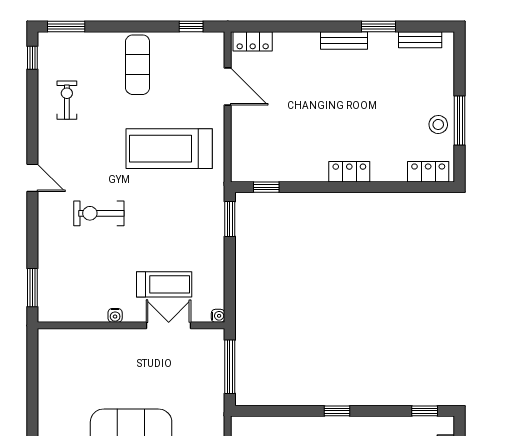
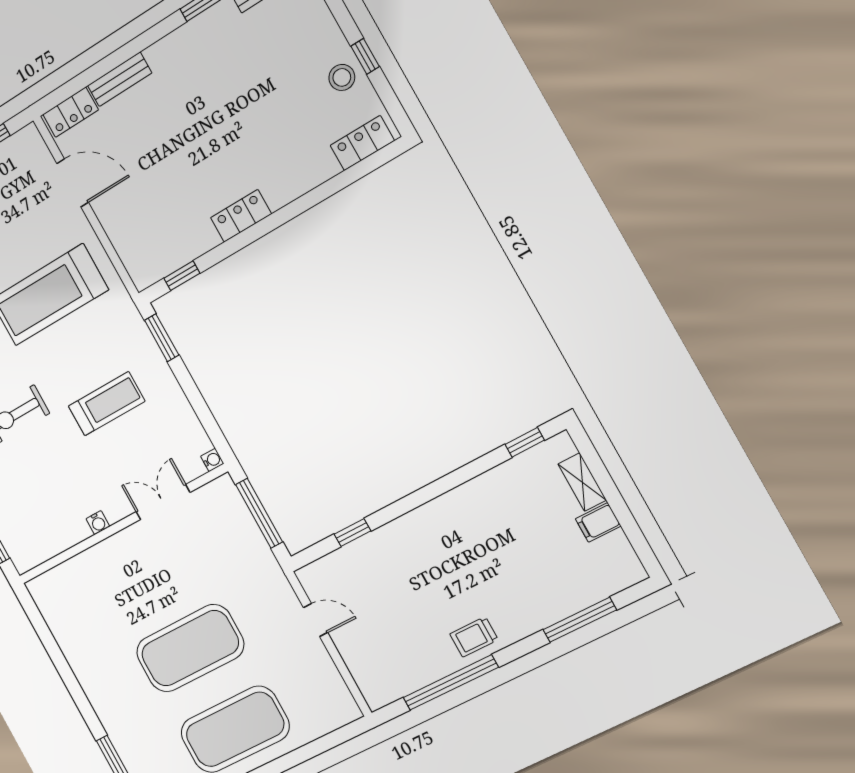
bench: (344, 40) -> (120, 79), moved
window: (460, 120) -> (365, 56), width x0.46
locker: (349, 172) -> (241, 216), moved
treadmill: (164, 284) -> (107, 404), moved
window: (337, 411) -> (352, 533), moved

